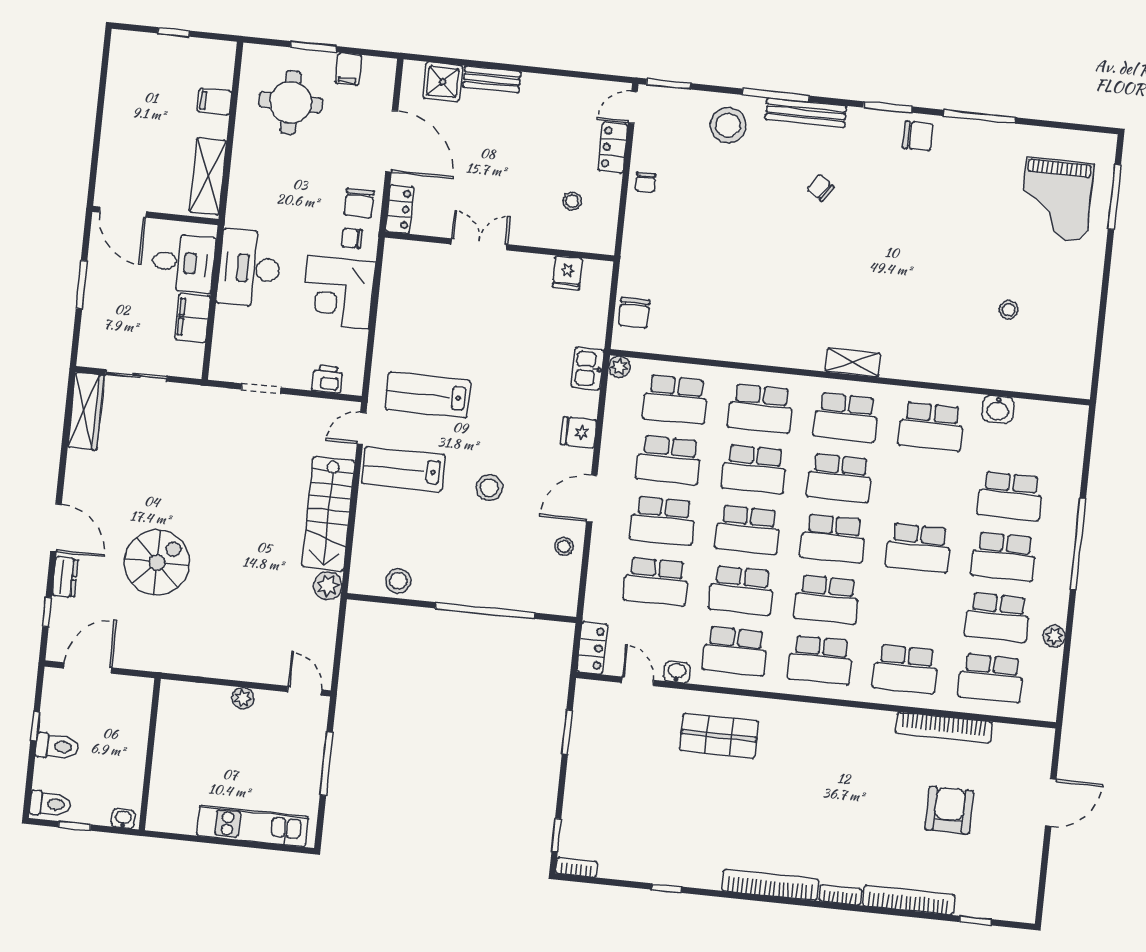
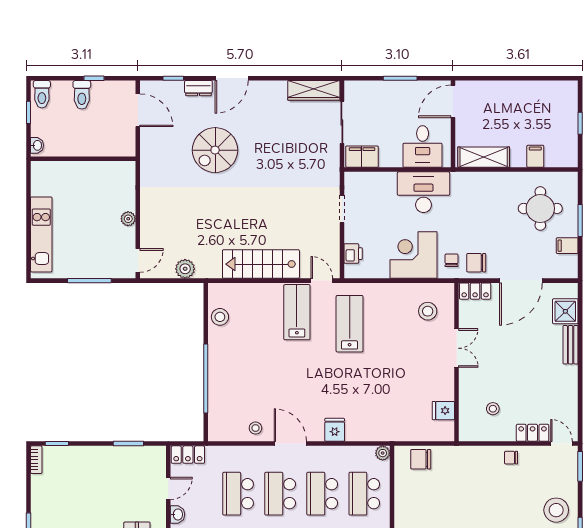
filing cabinet: (192, 318) -> (362, 157), moved
kitchen sink: (588, 369) -> (379, 431), removed
stool: (489, 488) -> (428, 311), moved
spiral stairs: (157, 563) -> (215, 150), turned 90
plant: (328, 586) -> (185, 269), moved

